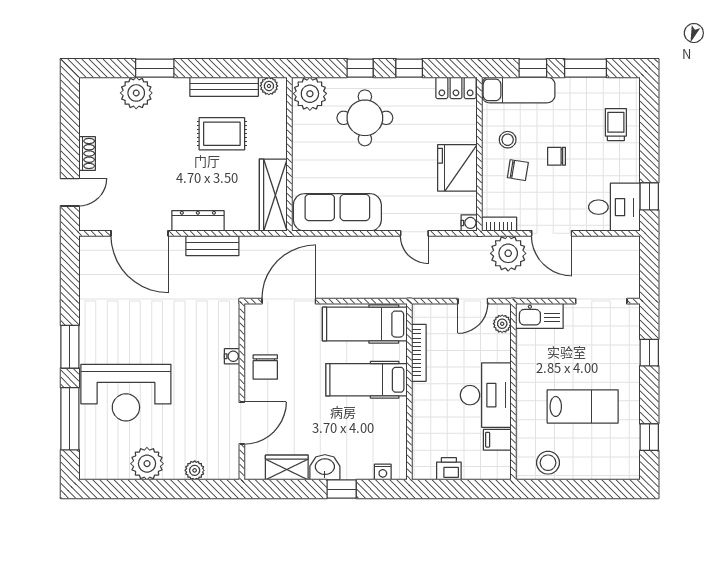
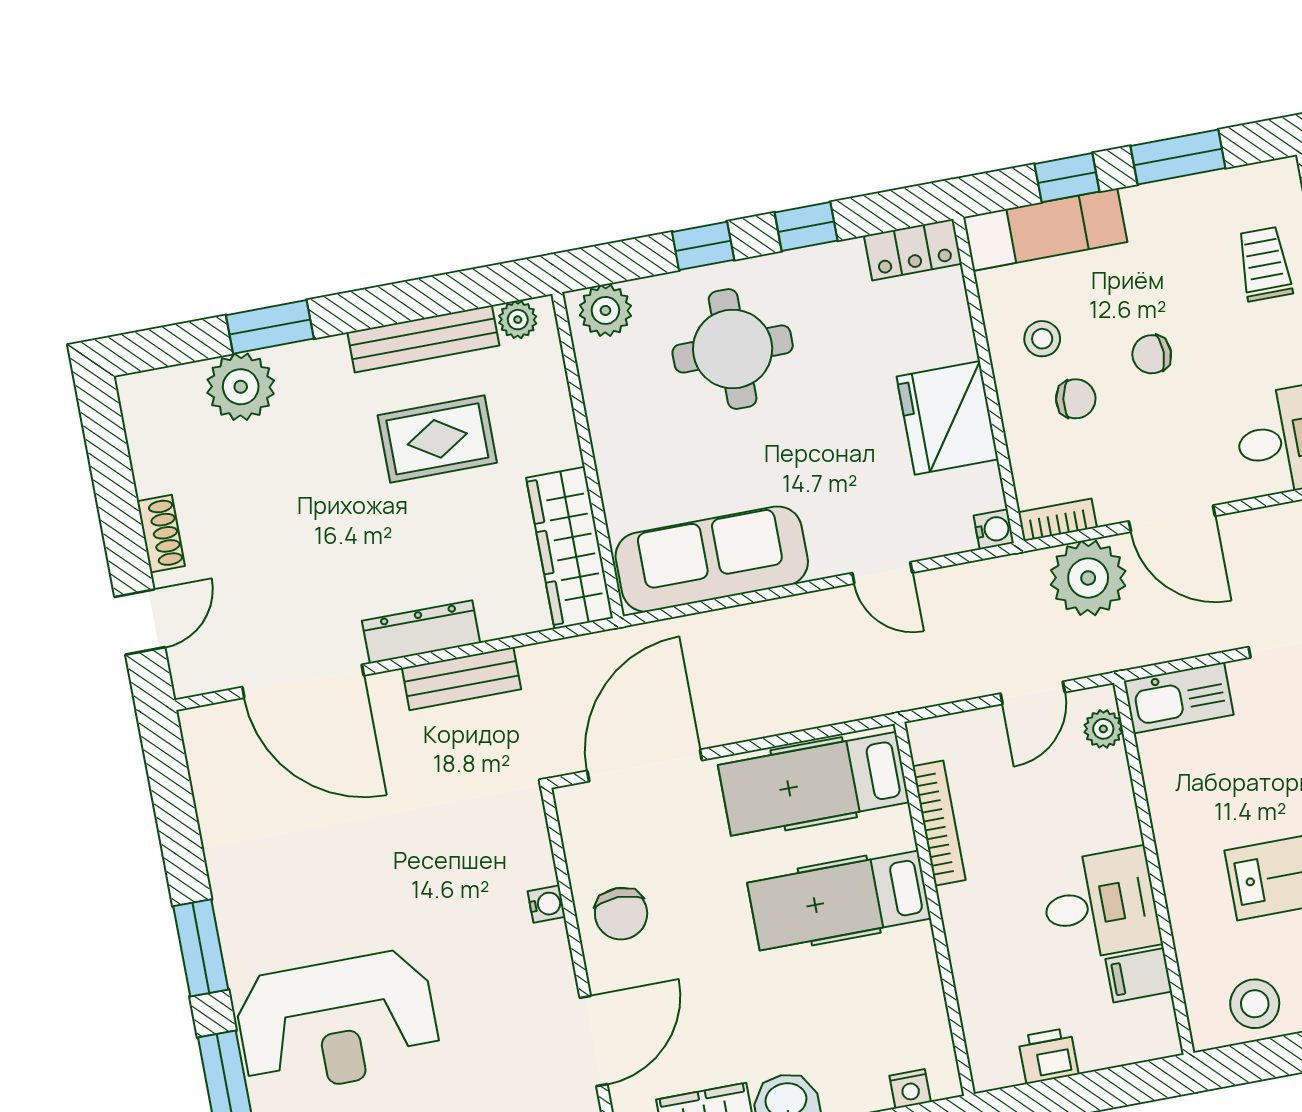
plant: (310, 94) -> (605, 310), width x0.73, depth x0.73
desk: (486, 395) -> (1100, 904), width x0.73

